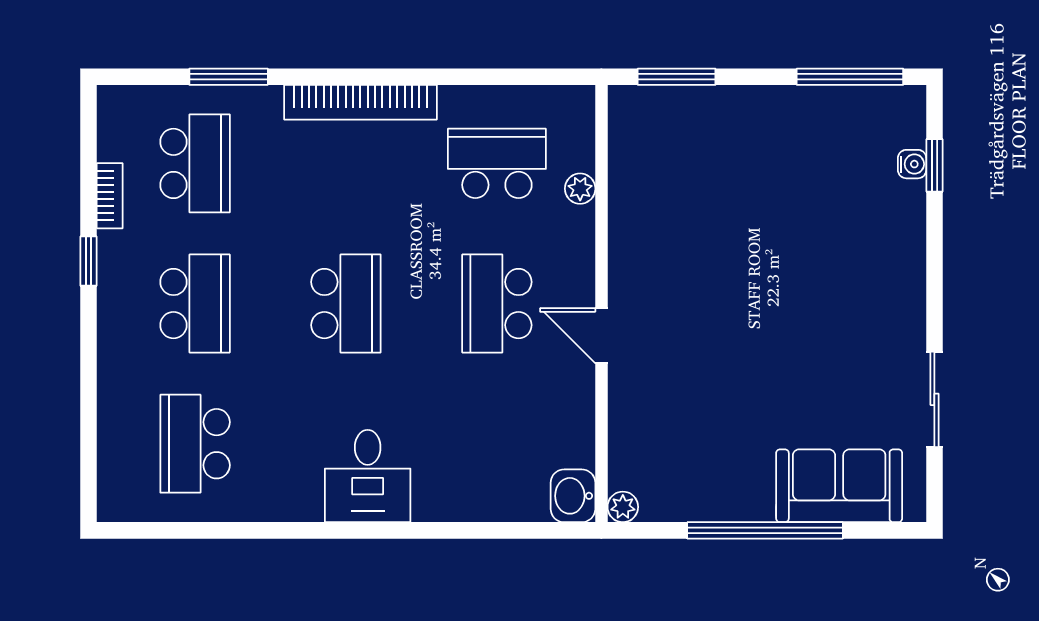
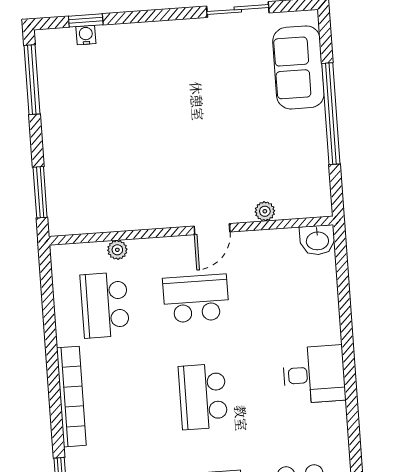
school desk: (346, 304) -> (203, 397), turned -90
school desk: (497, 304) -> (196, 298), turned 180
plant: (623, 507) -> (265, 211), moved

